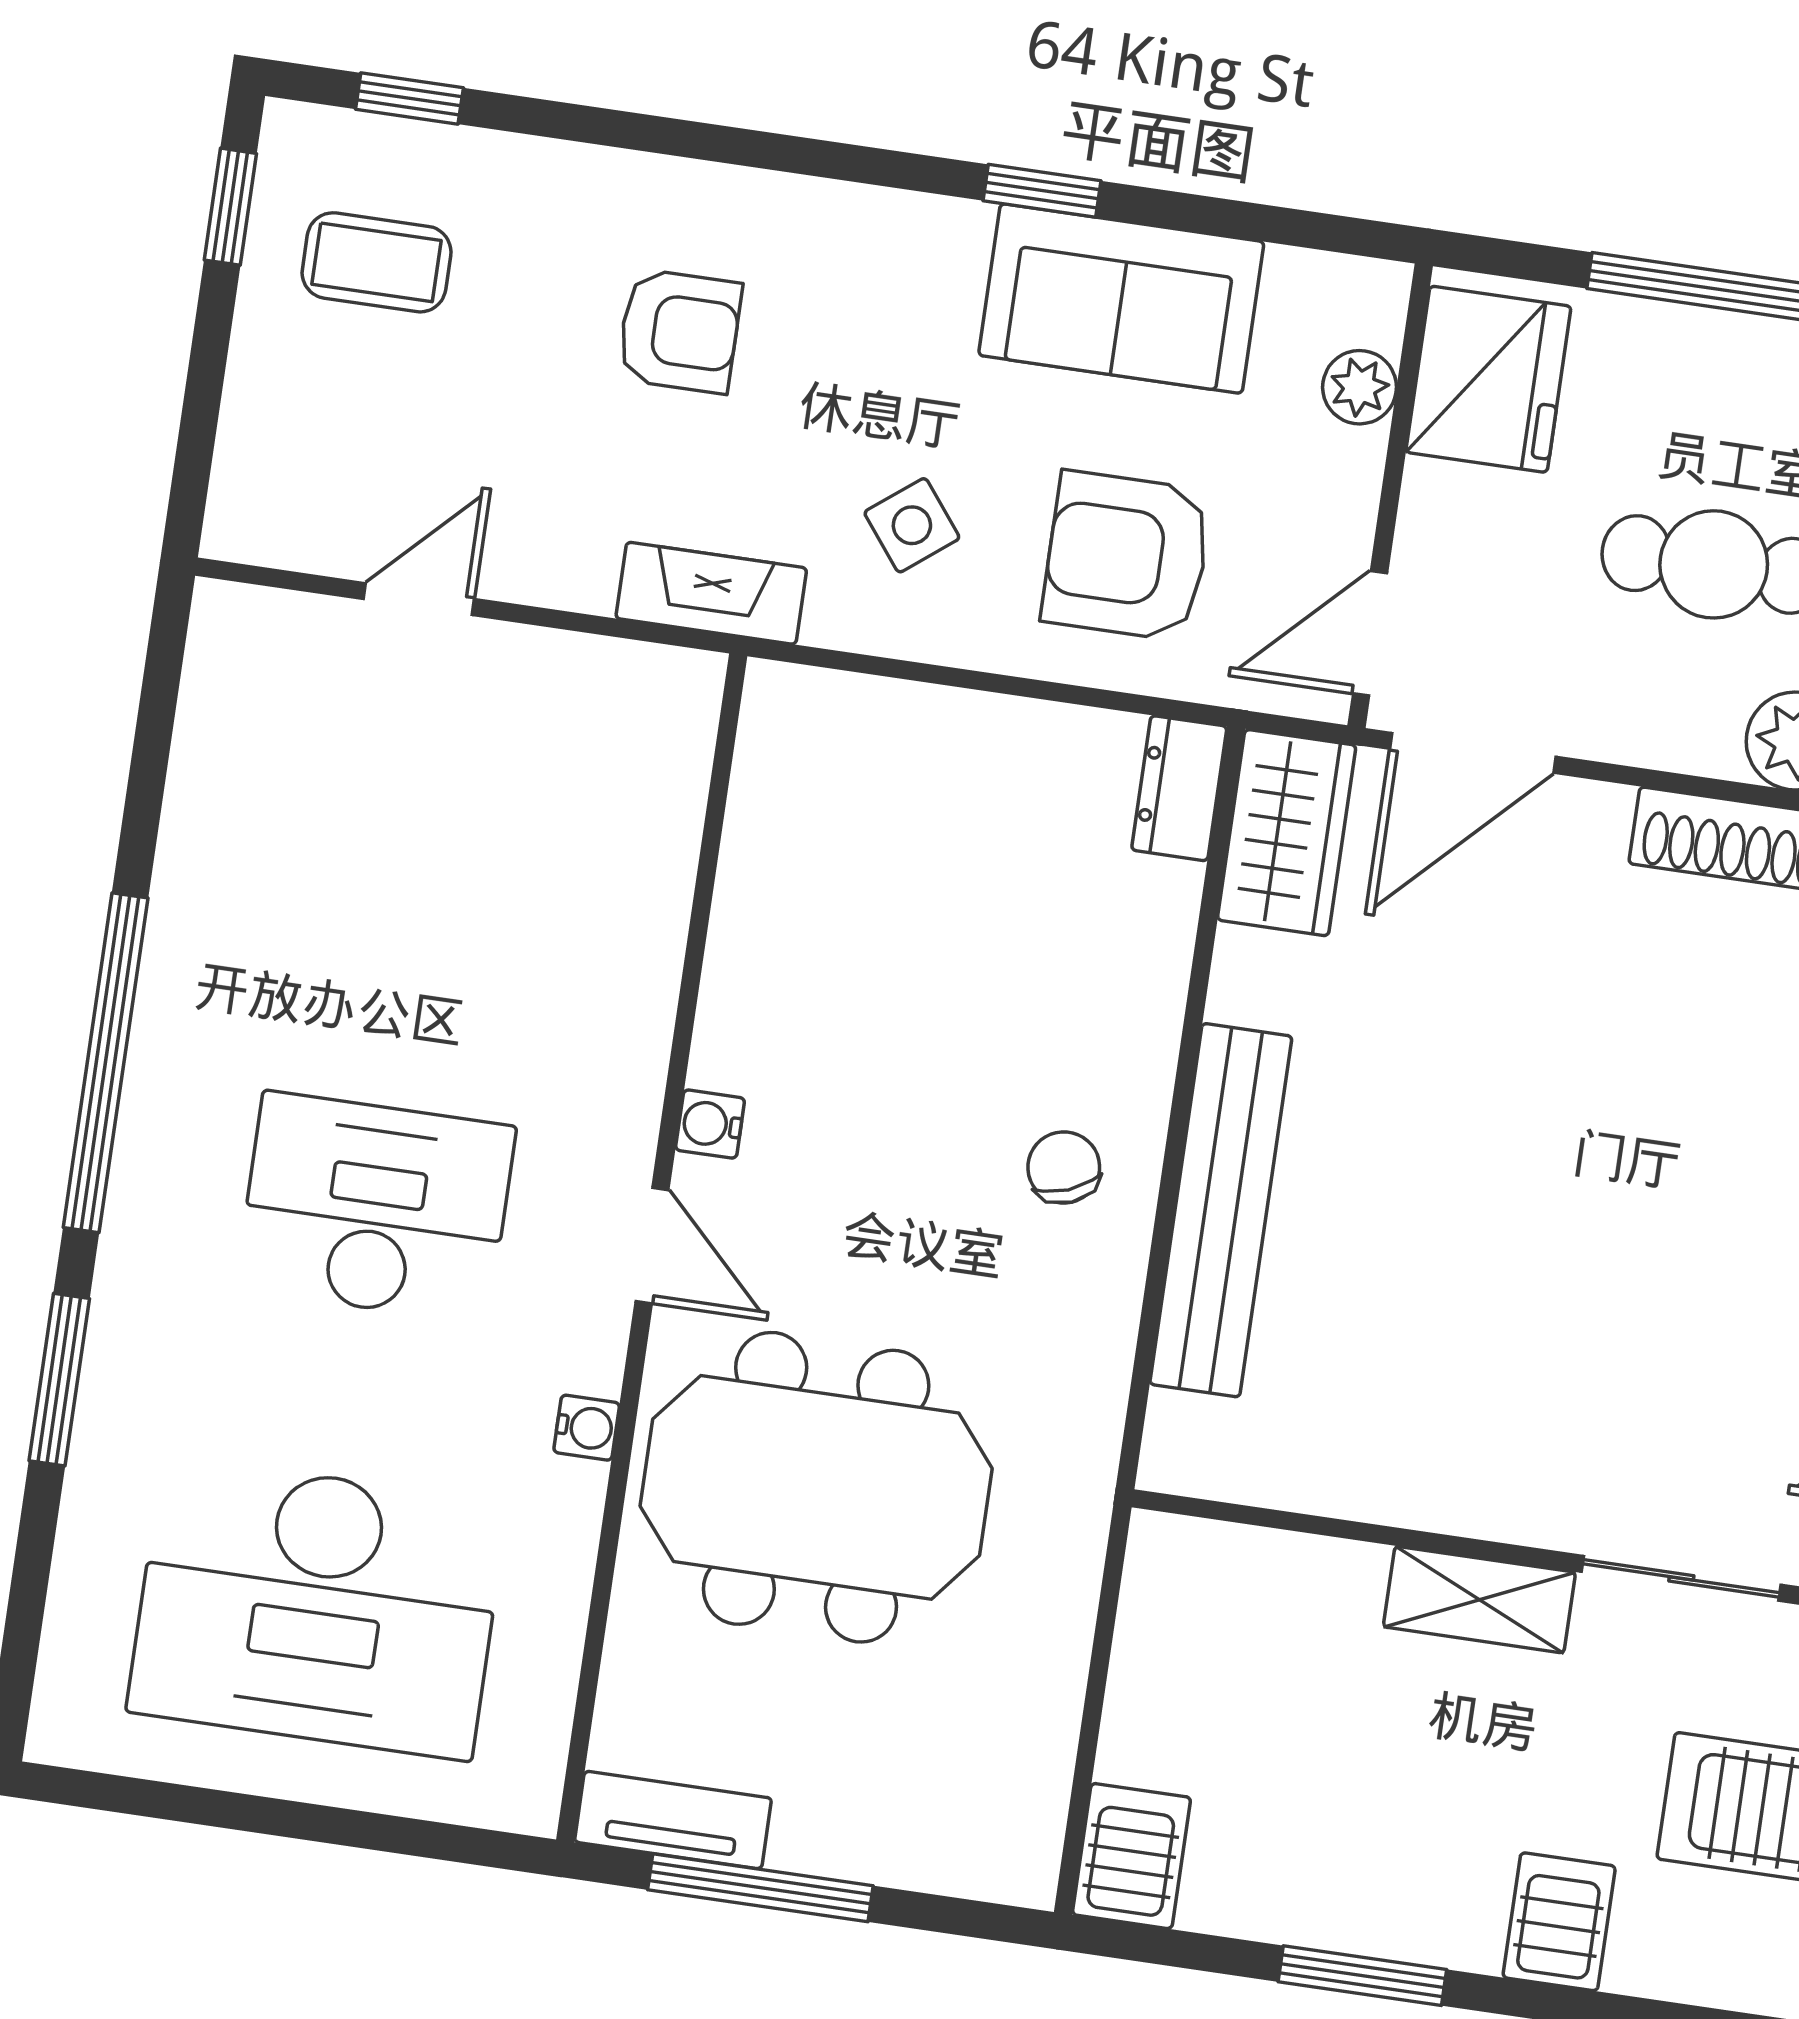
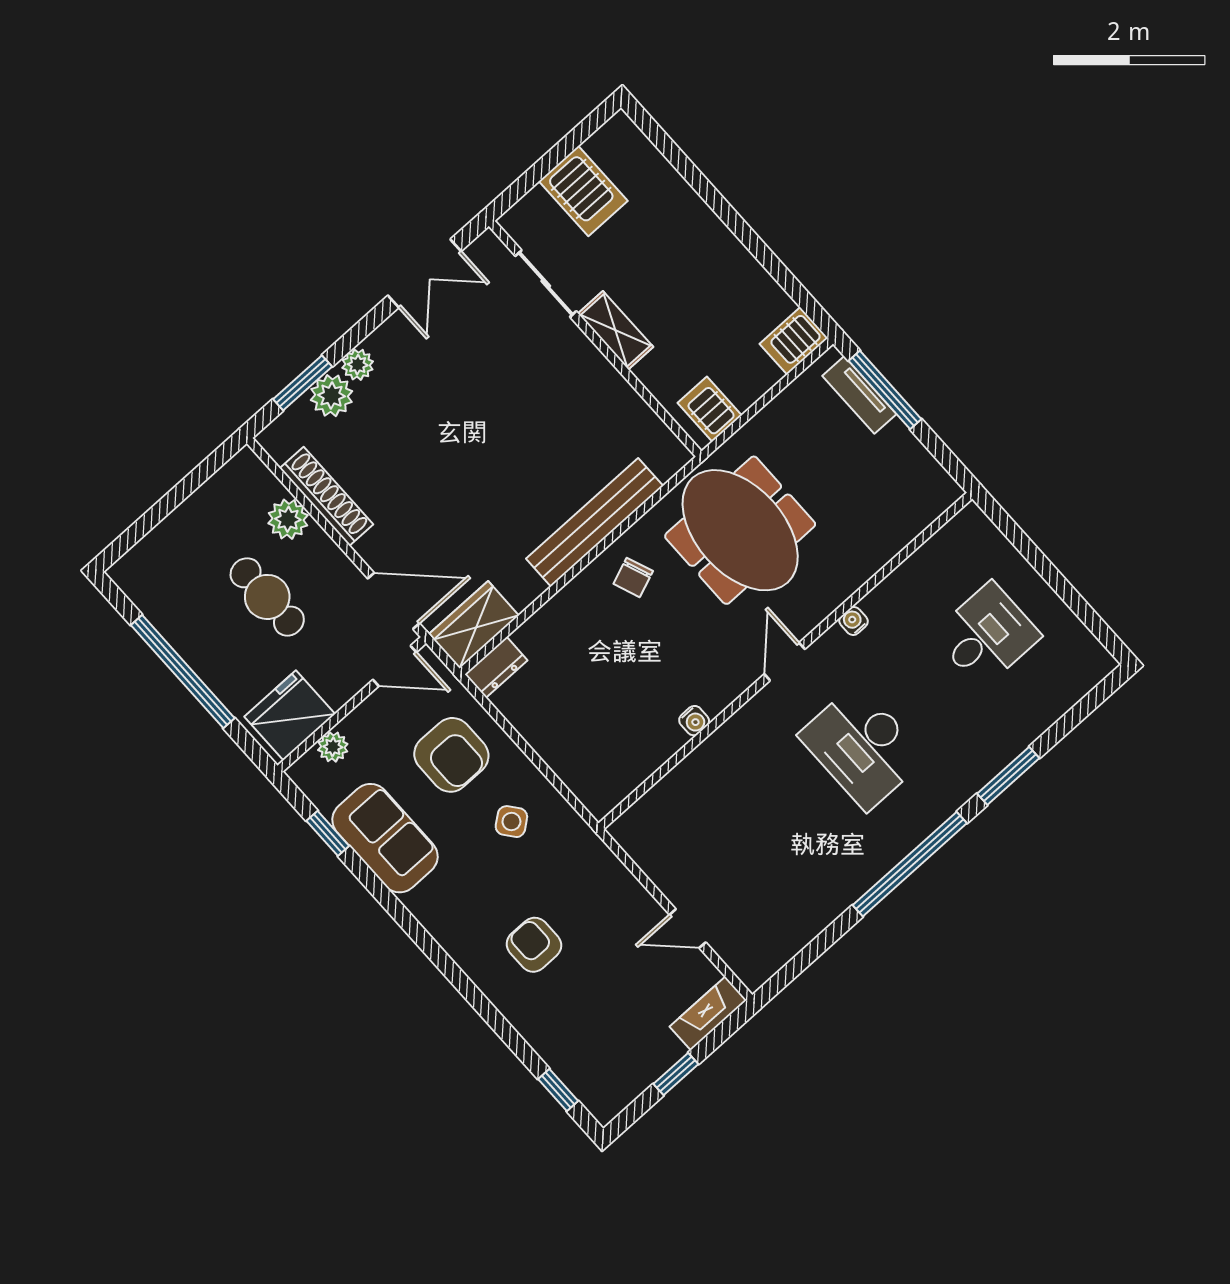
window: (1042, 191) -> (328, 833), moved
window: (230, 207) -> (676, 1074), moved
coffee table: (377, 262) -> (612, 1047), removed
fireplace: (711, 593) -> (708, 1013), moved, turned 90
water cooler: (710, 1124) -> (694, 721), moved
meeting table: (816, 1487) -> (740, 530), moved
desk: (317, 1608) -> (987, 635), width x0.53, depth x0.77
tv unit: (673, 1820) -> (859, 395), moved
window: (760, 1888) -> (885, 390), moved
server rack: (1559, 1922) -> (710, 409), moved, turned 90
window: (1362, 1976) -> (752, 242), removed

